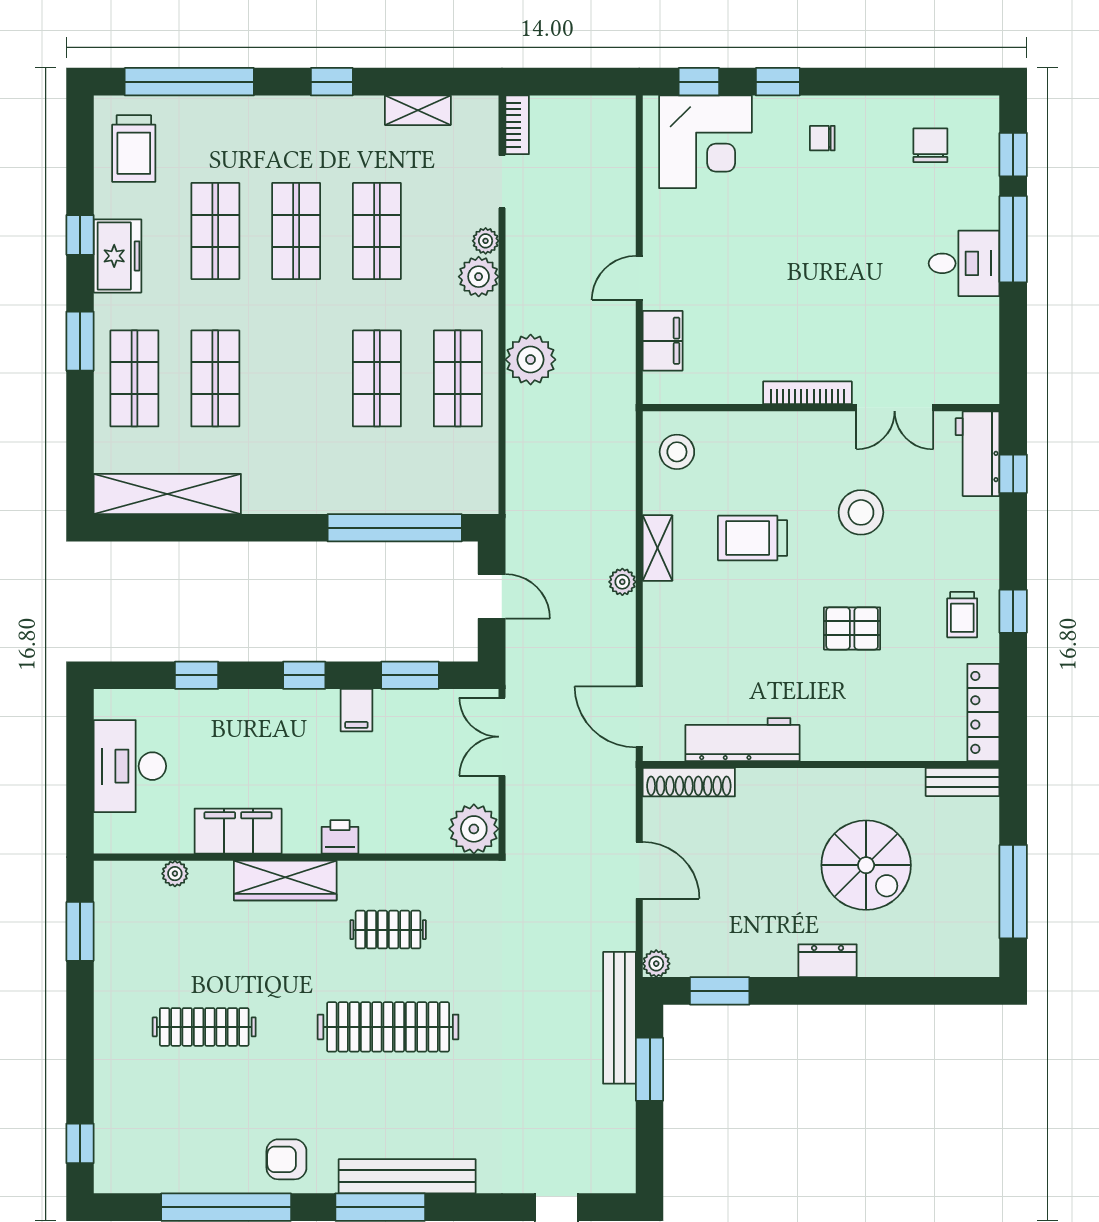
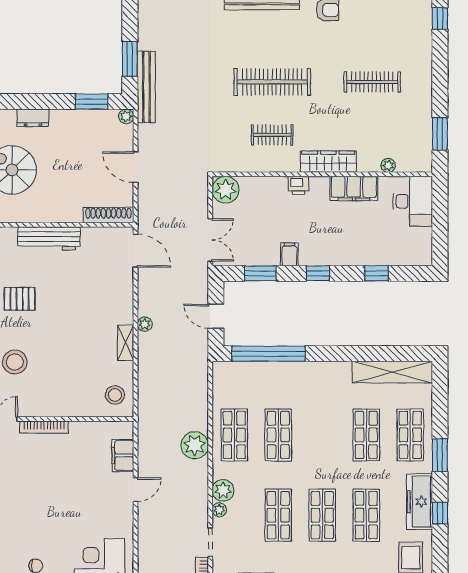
freezer: (117, 256) -> (419, 502), width x1.40
trolley: (752, 538) -> (74, 348), removed
workbench: (742, 740) -> (49, 238), moved
desk: (130, 766) -> (413, 201), moved

